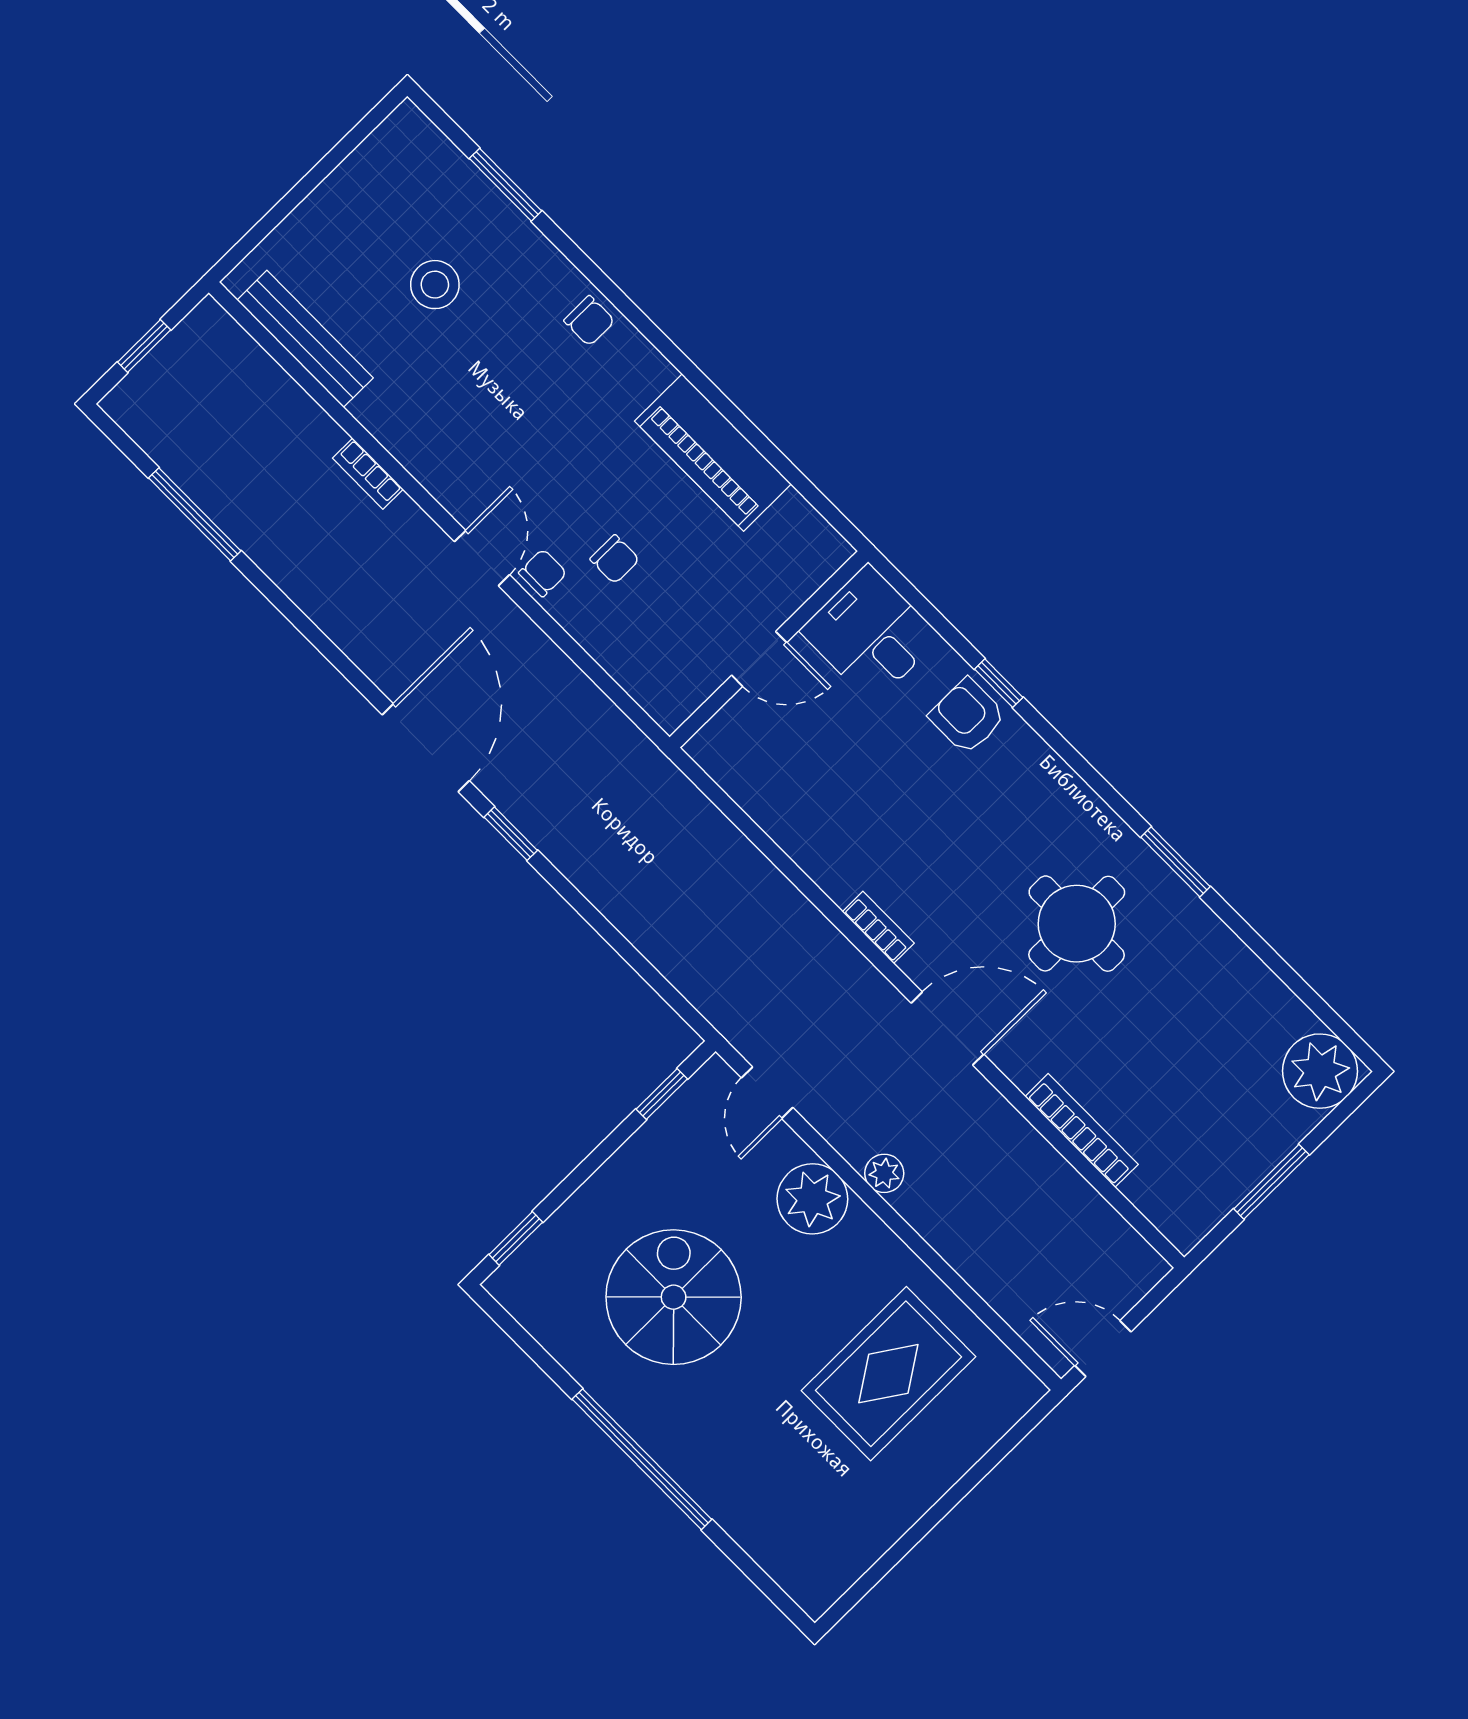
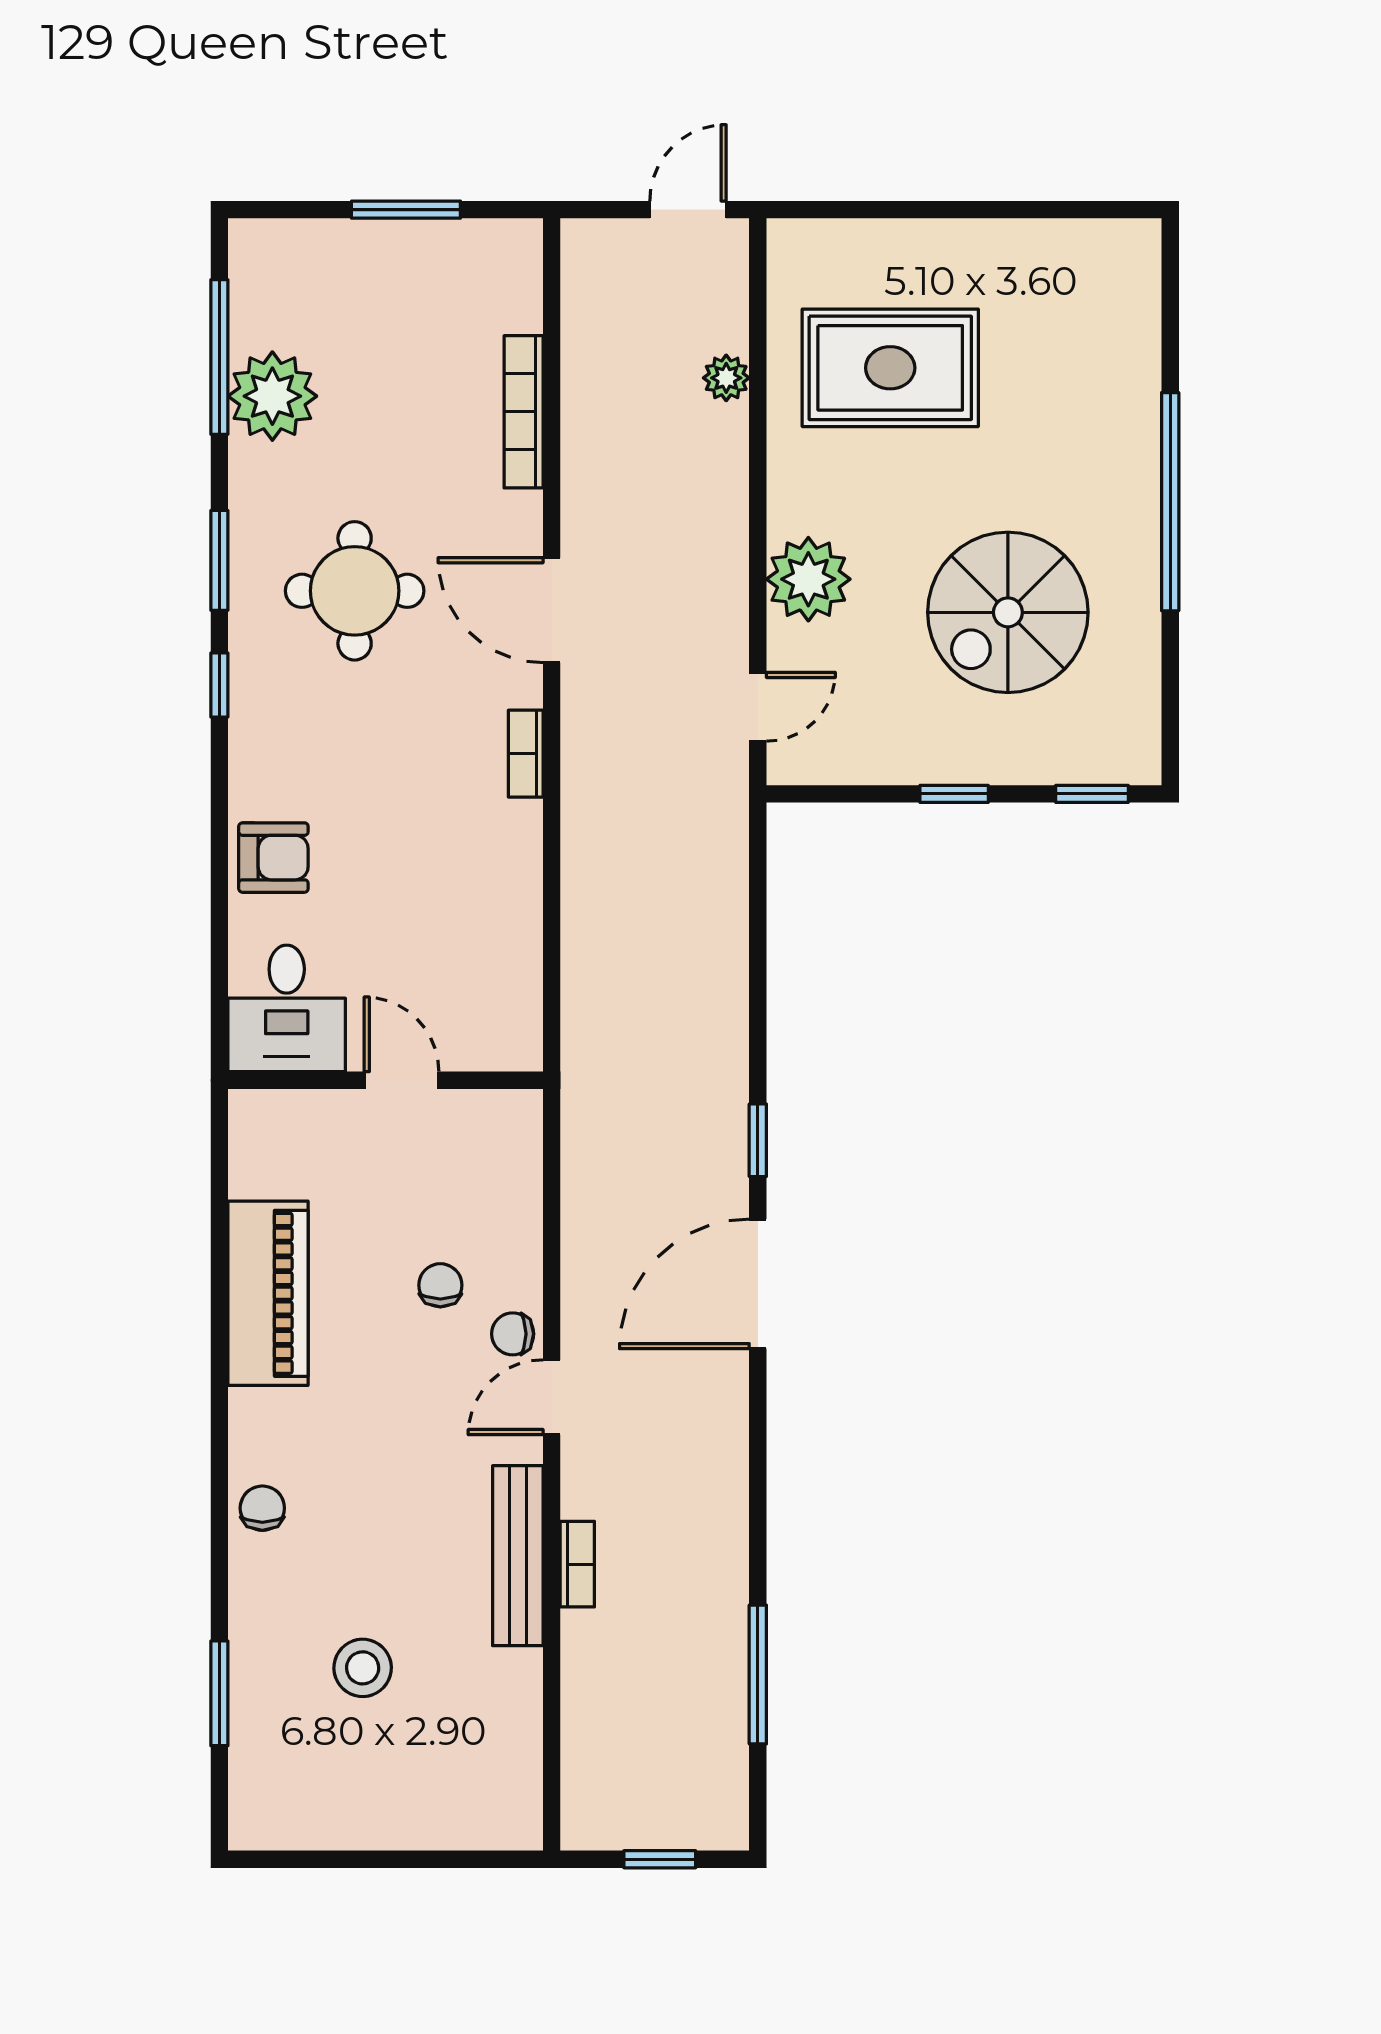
bench: (305, 339) -> (518, 1556), moved
window: (999, 683) -> (219, 685), moved
armchair: (967, 716) -> (273, 858), turned -90
window: (1296, 983) -> (219, 357), added
plant: (1320, 1071) -> (272, 396), moved
window: (662, 1094) -> (954, 794), moved
plant: (884, 1173) -> (726, 378), moved
door: (1103, 1349) -> (688, 210), swing flipped

